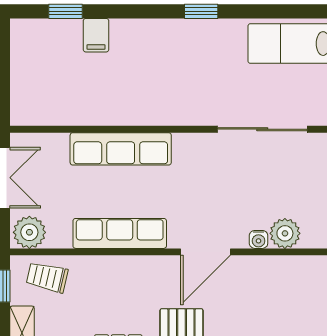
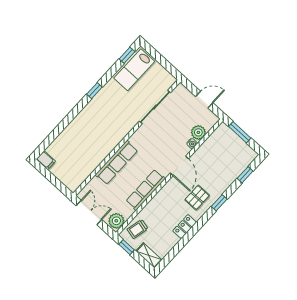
window: (66, 11) -> (127, 55), moved
filing cabinet: (96, 35) -> (46, 160), moved

